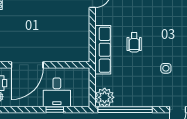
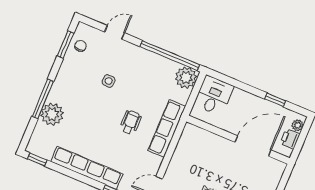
desk: (57, 92) -> (214, 95), moved
window: (55, 110) -> (275, 100), moved

